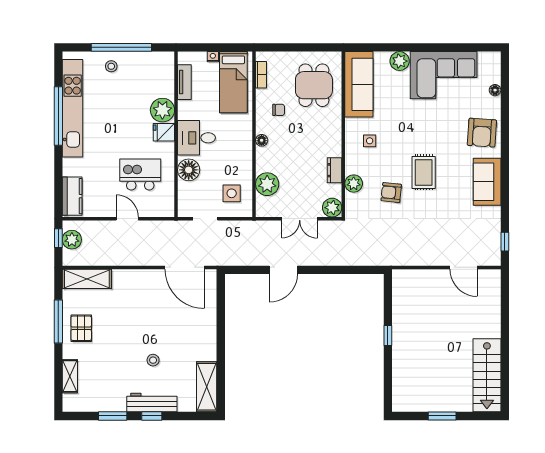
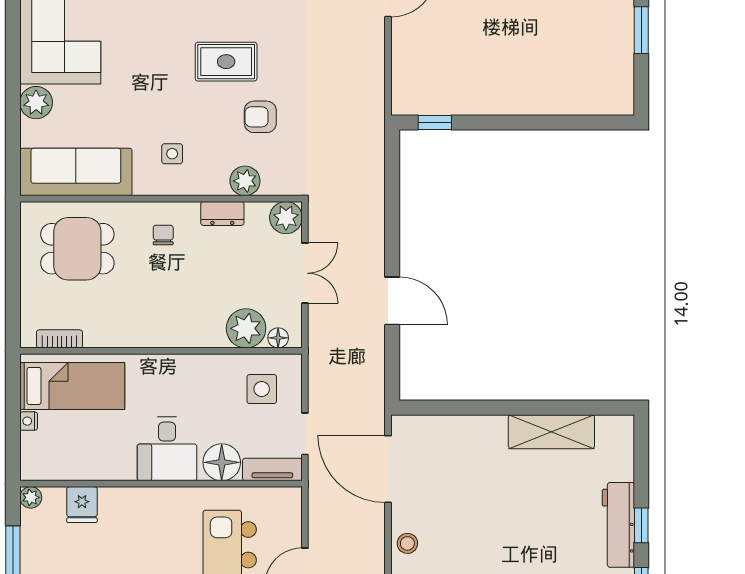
tv unit: (184, 82) -> (272, 470), moved
plant: (162, 110) -> (31, 497), moved, width x0.53, depth x0.53
chair: (279, 110) -> (163, 235), moved
fridge: (164, 132) -> (82, 505), moved
floor lamp: (262, 140) -> (278, 338), moved
armchair: (391, 193) -> (260, 117), turned 84
door: (185, 267) -> (388, 469), swing flipped
window: (388, 335) -> (435, 122), moved
stool: (153, 360) -> (407, 543), moved
shelving: (207, 387) -> (551, 432), moved

